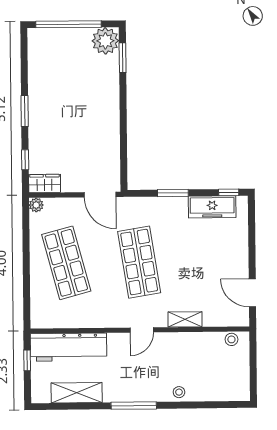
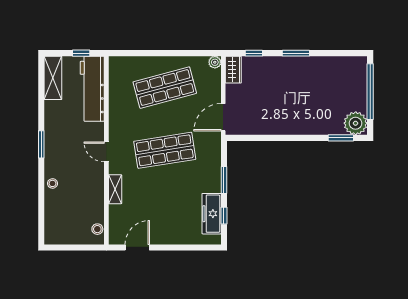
window: (229, 192) -> (224, 216), moved
shelving: (77, 393) -> (53, 78), moved
window: (134, 406) -> (41, 144), width x0.69

